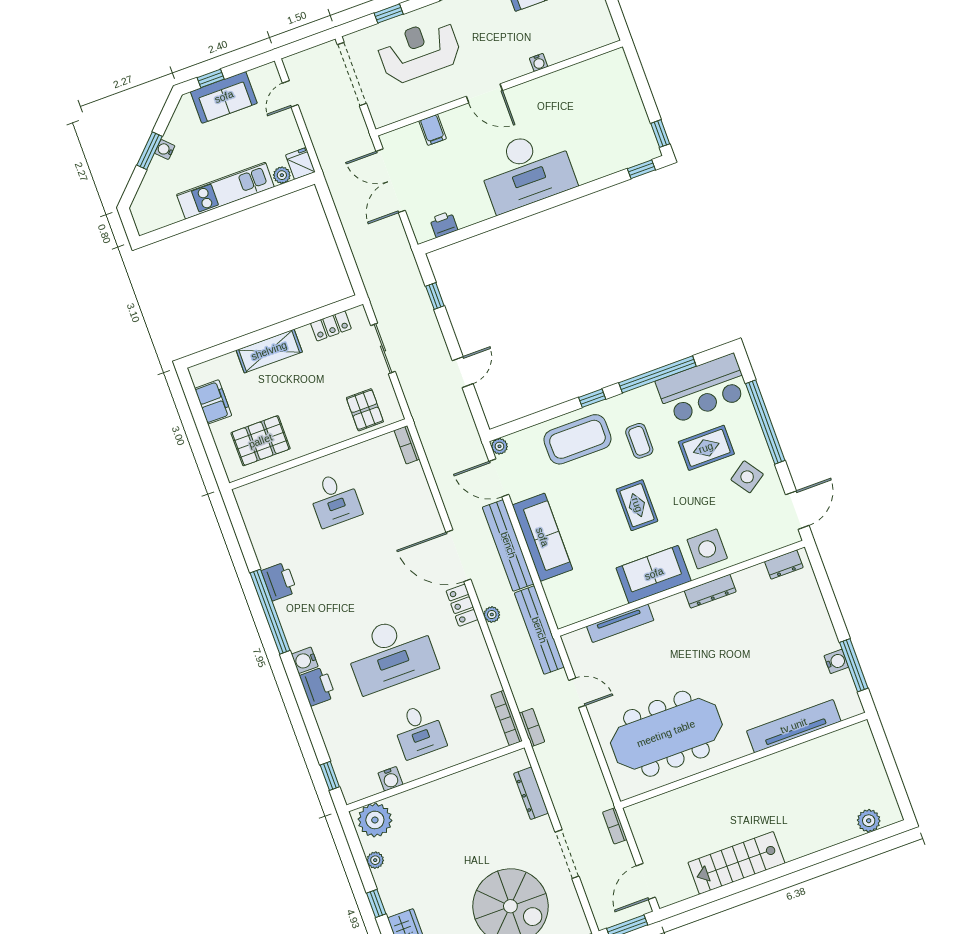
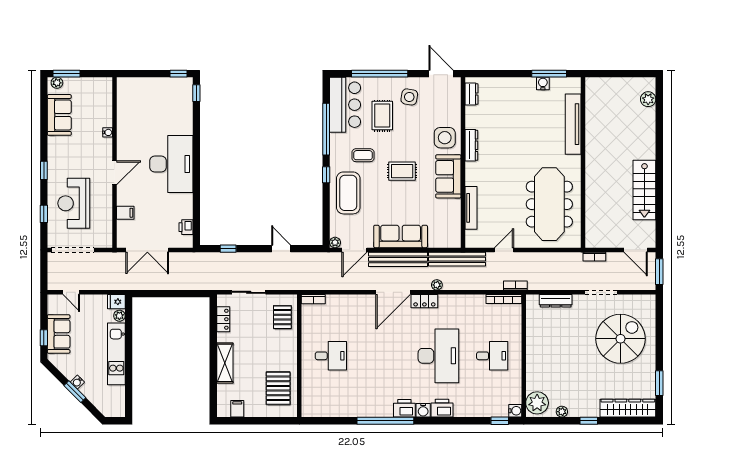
filing cabinet: (213, 402) -> (237, 409), width x0.50
pallet: (365, 410) -> (282, 317), turned 90
side table: (747, 477) -> (409, 97), turned 45
printer: (279, 581) -> (404, 408), moved
water cooler: (390, 779) -> (515, 411), moved

